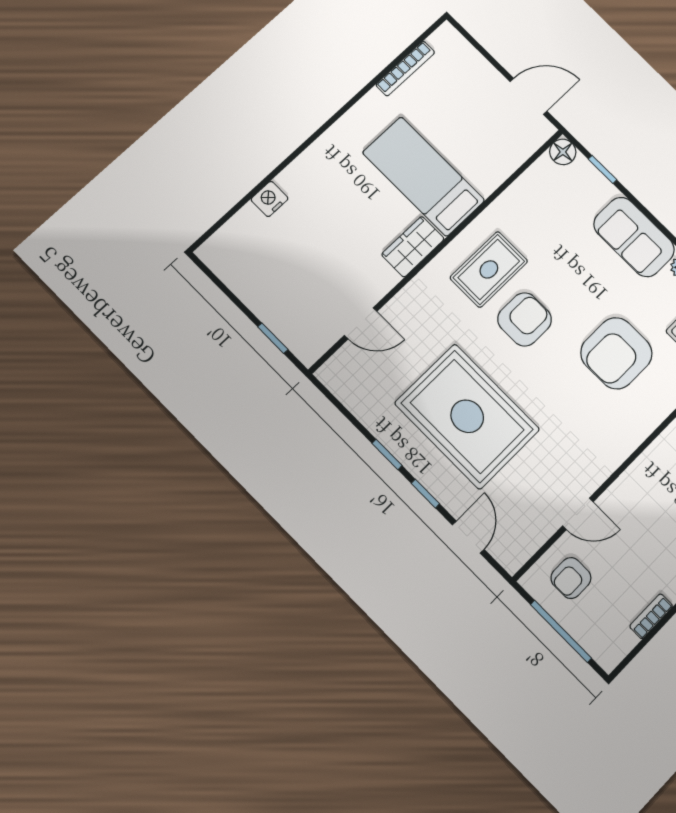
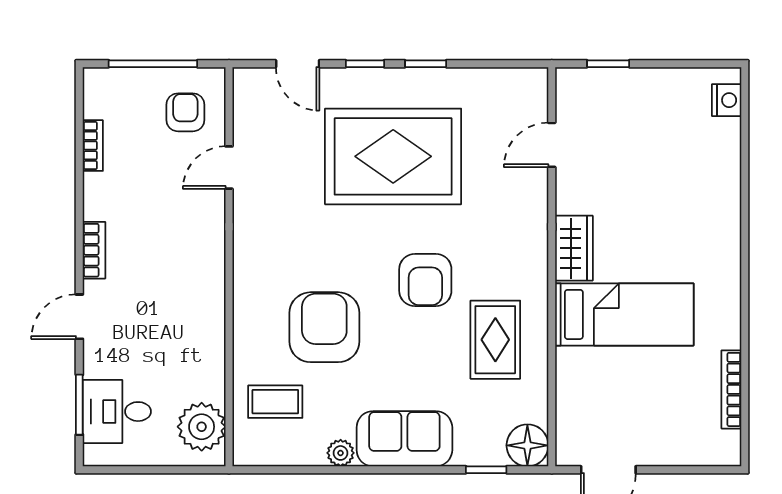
floor lamp: (563, 152) -> (527, 445), width x1.38, depth x1.38
nightstand: (270, 199) -> (727, 100), moved
rug: (489, 269) -> (495, 340), moved

